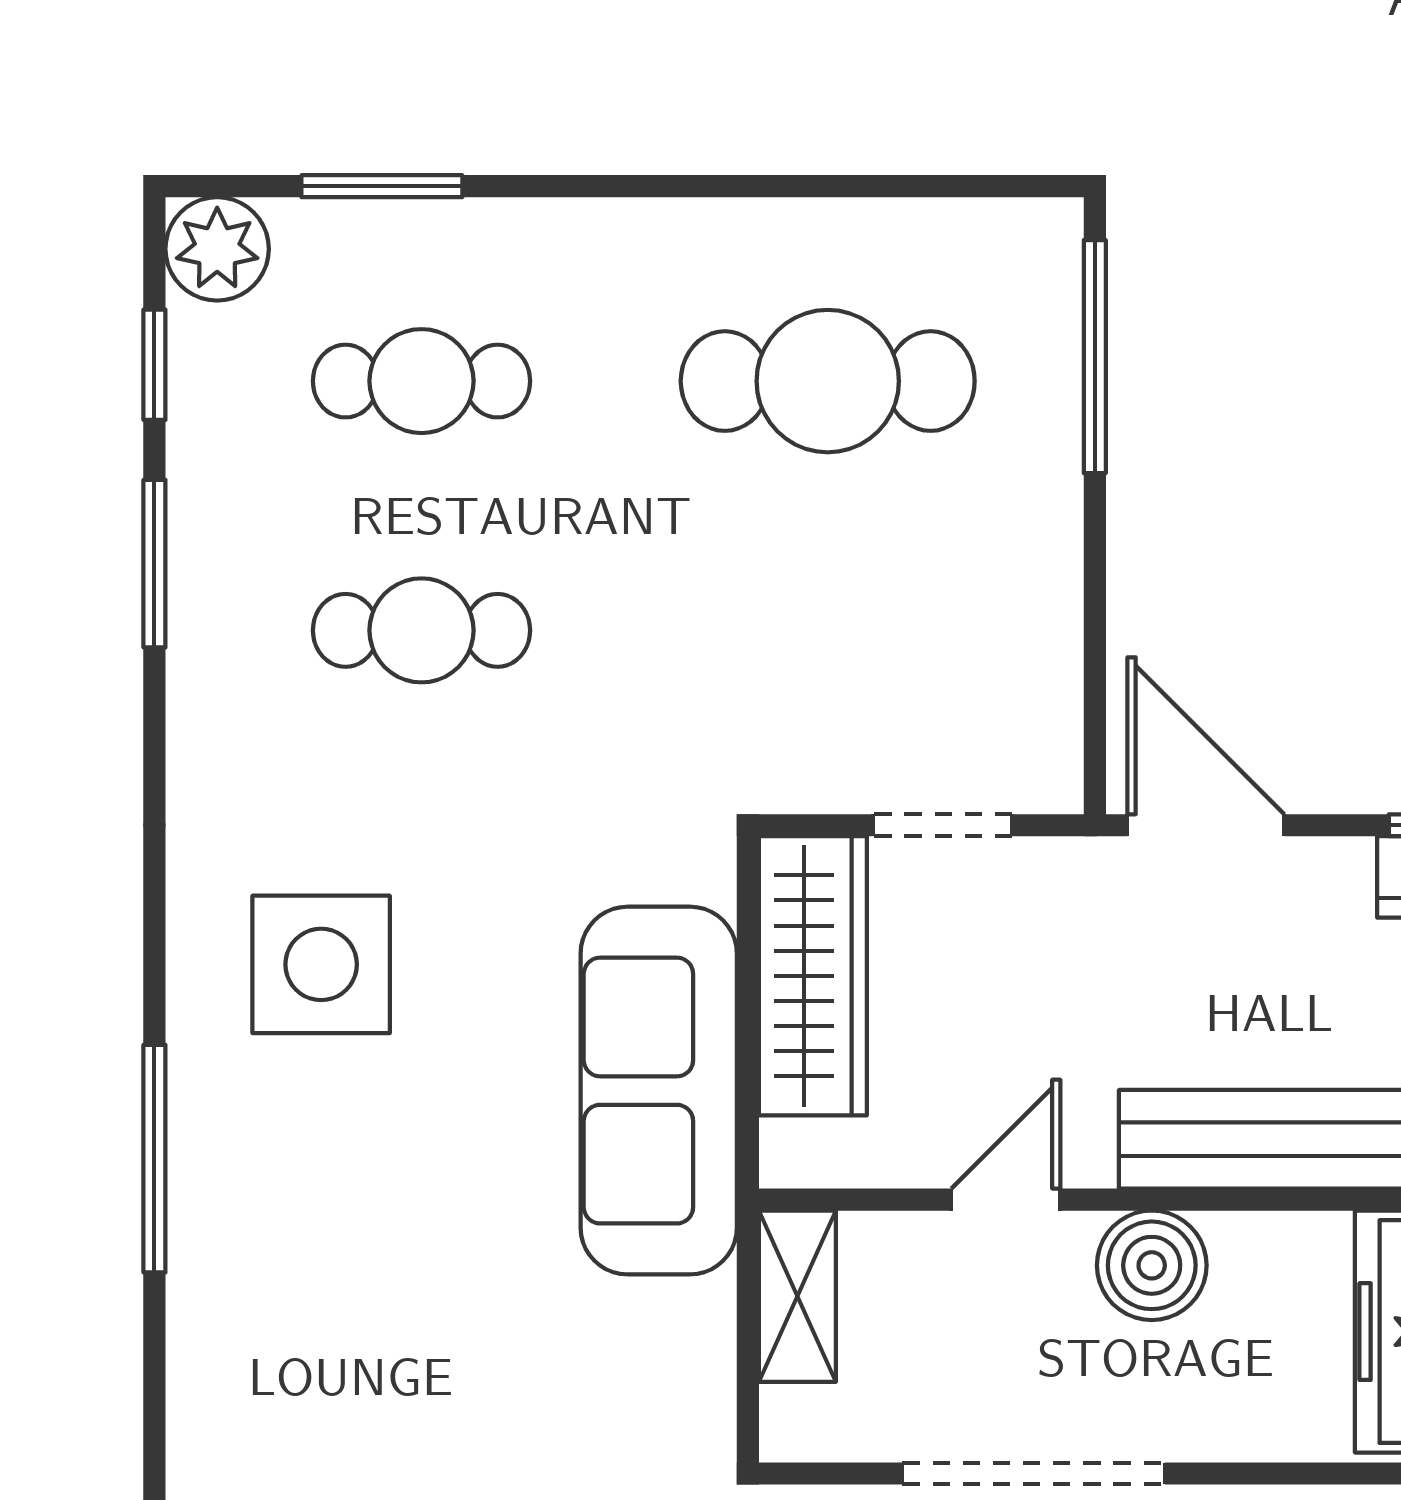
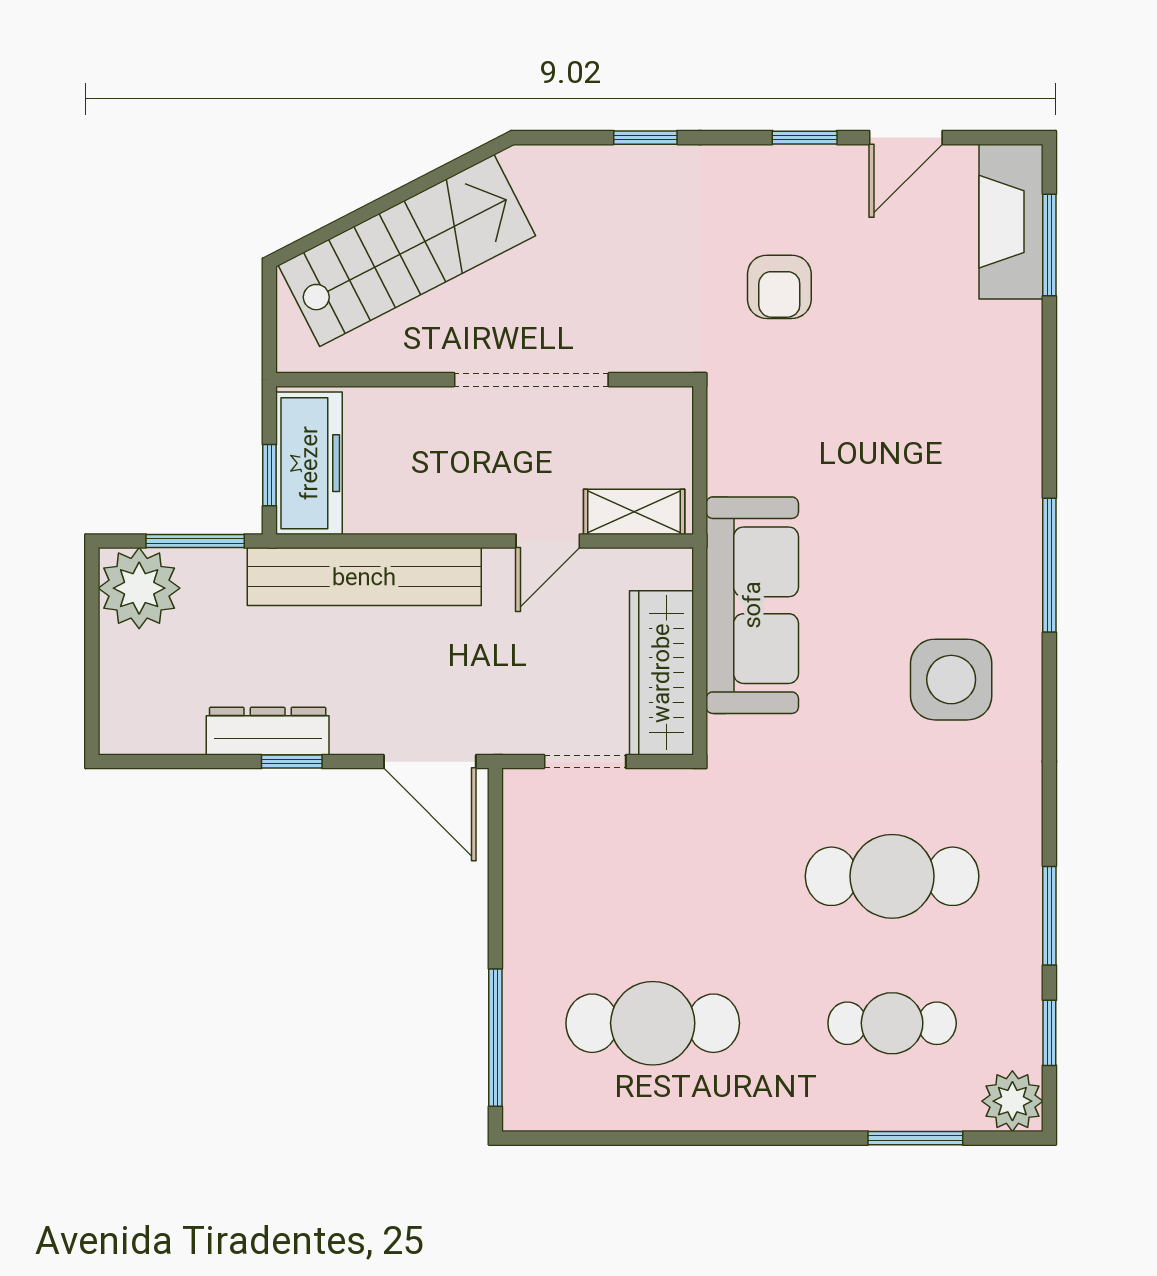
cafe table: (422, 630) -> (892, 876), width x1.37, depth x1.35
boiler: (1152, 1265) -> (462, 502), removed
shelving: (797, 1296) -> (634, 512), moved, turned 90

